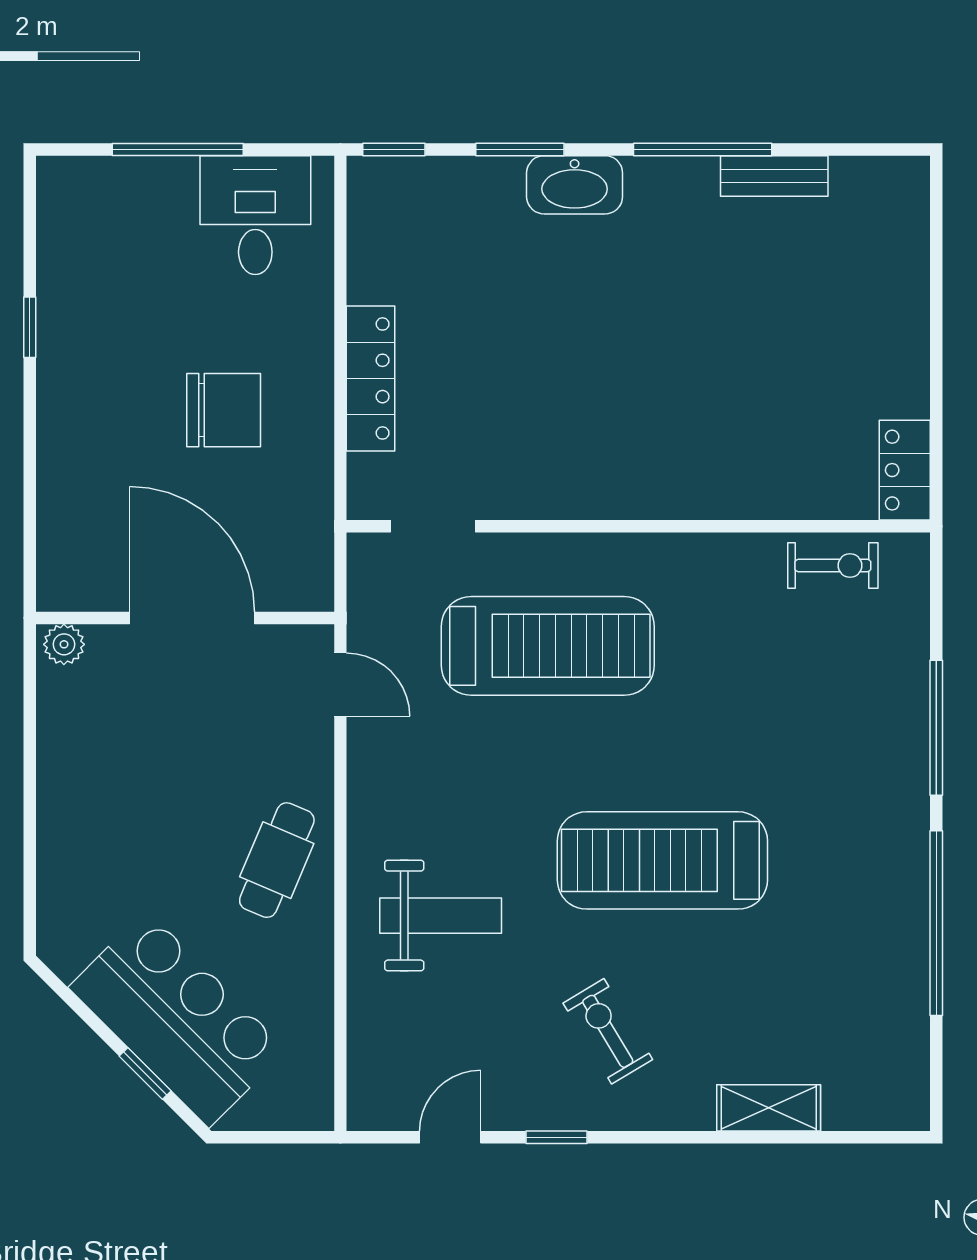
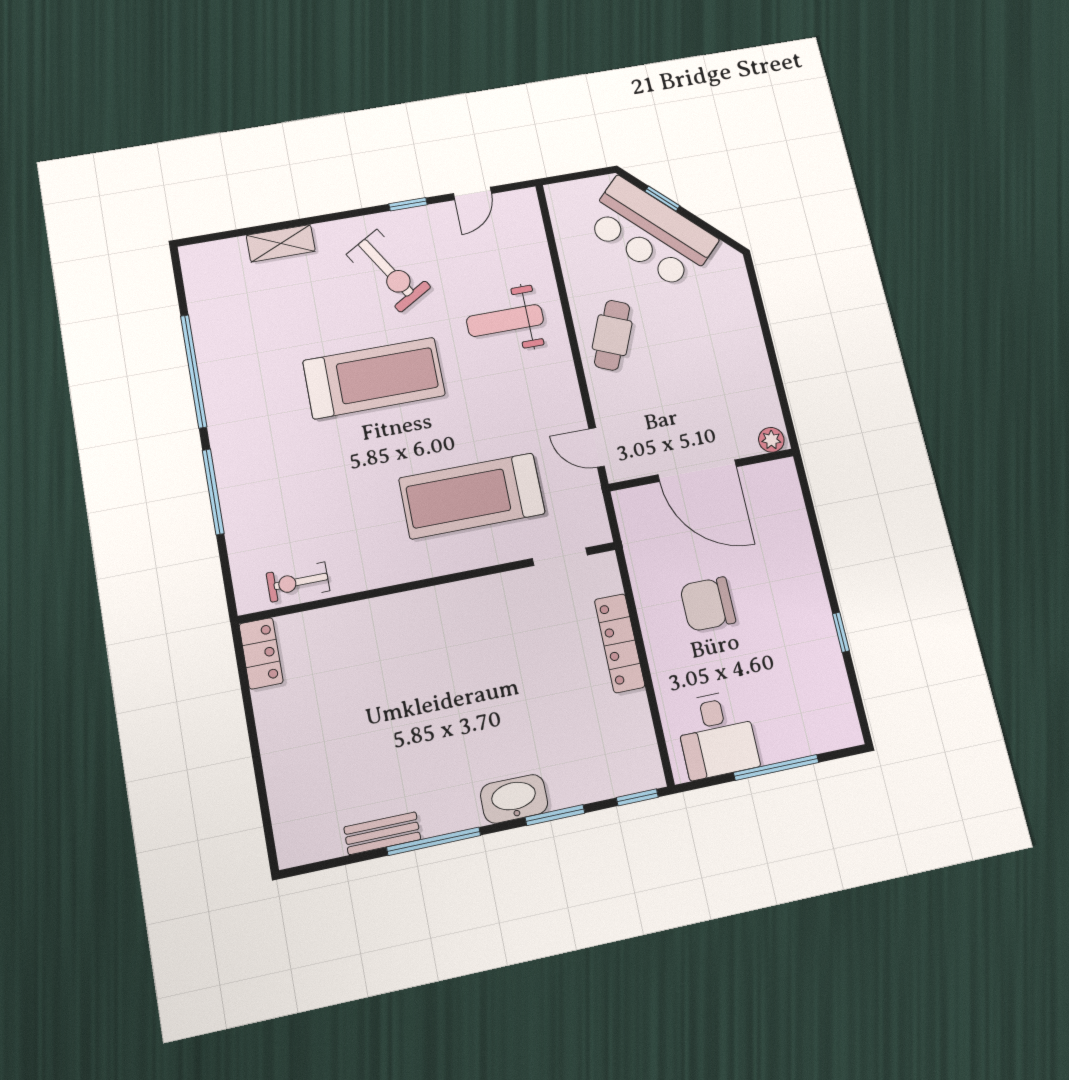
exercise bike: (608, 1031) -> (389, 271), width x1.38, depth x1.39

